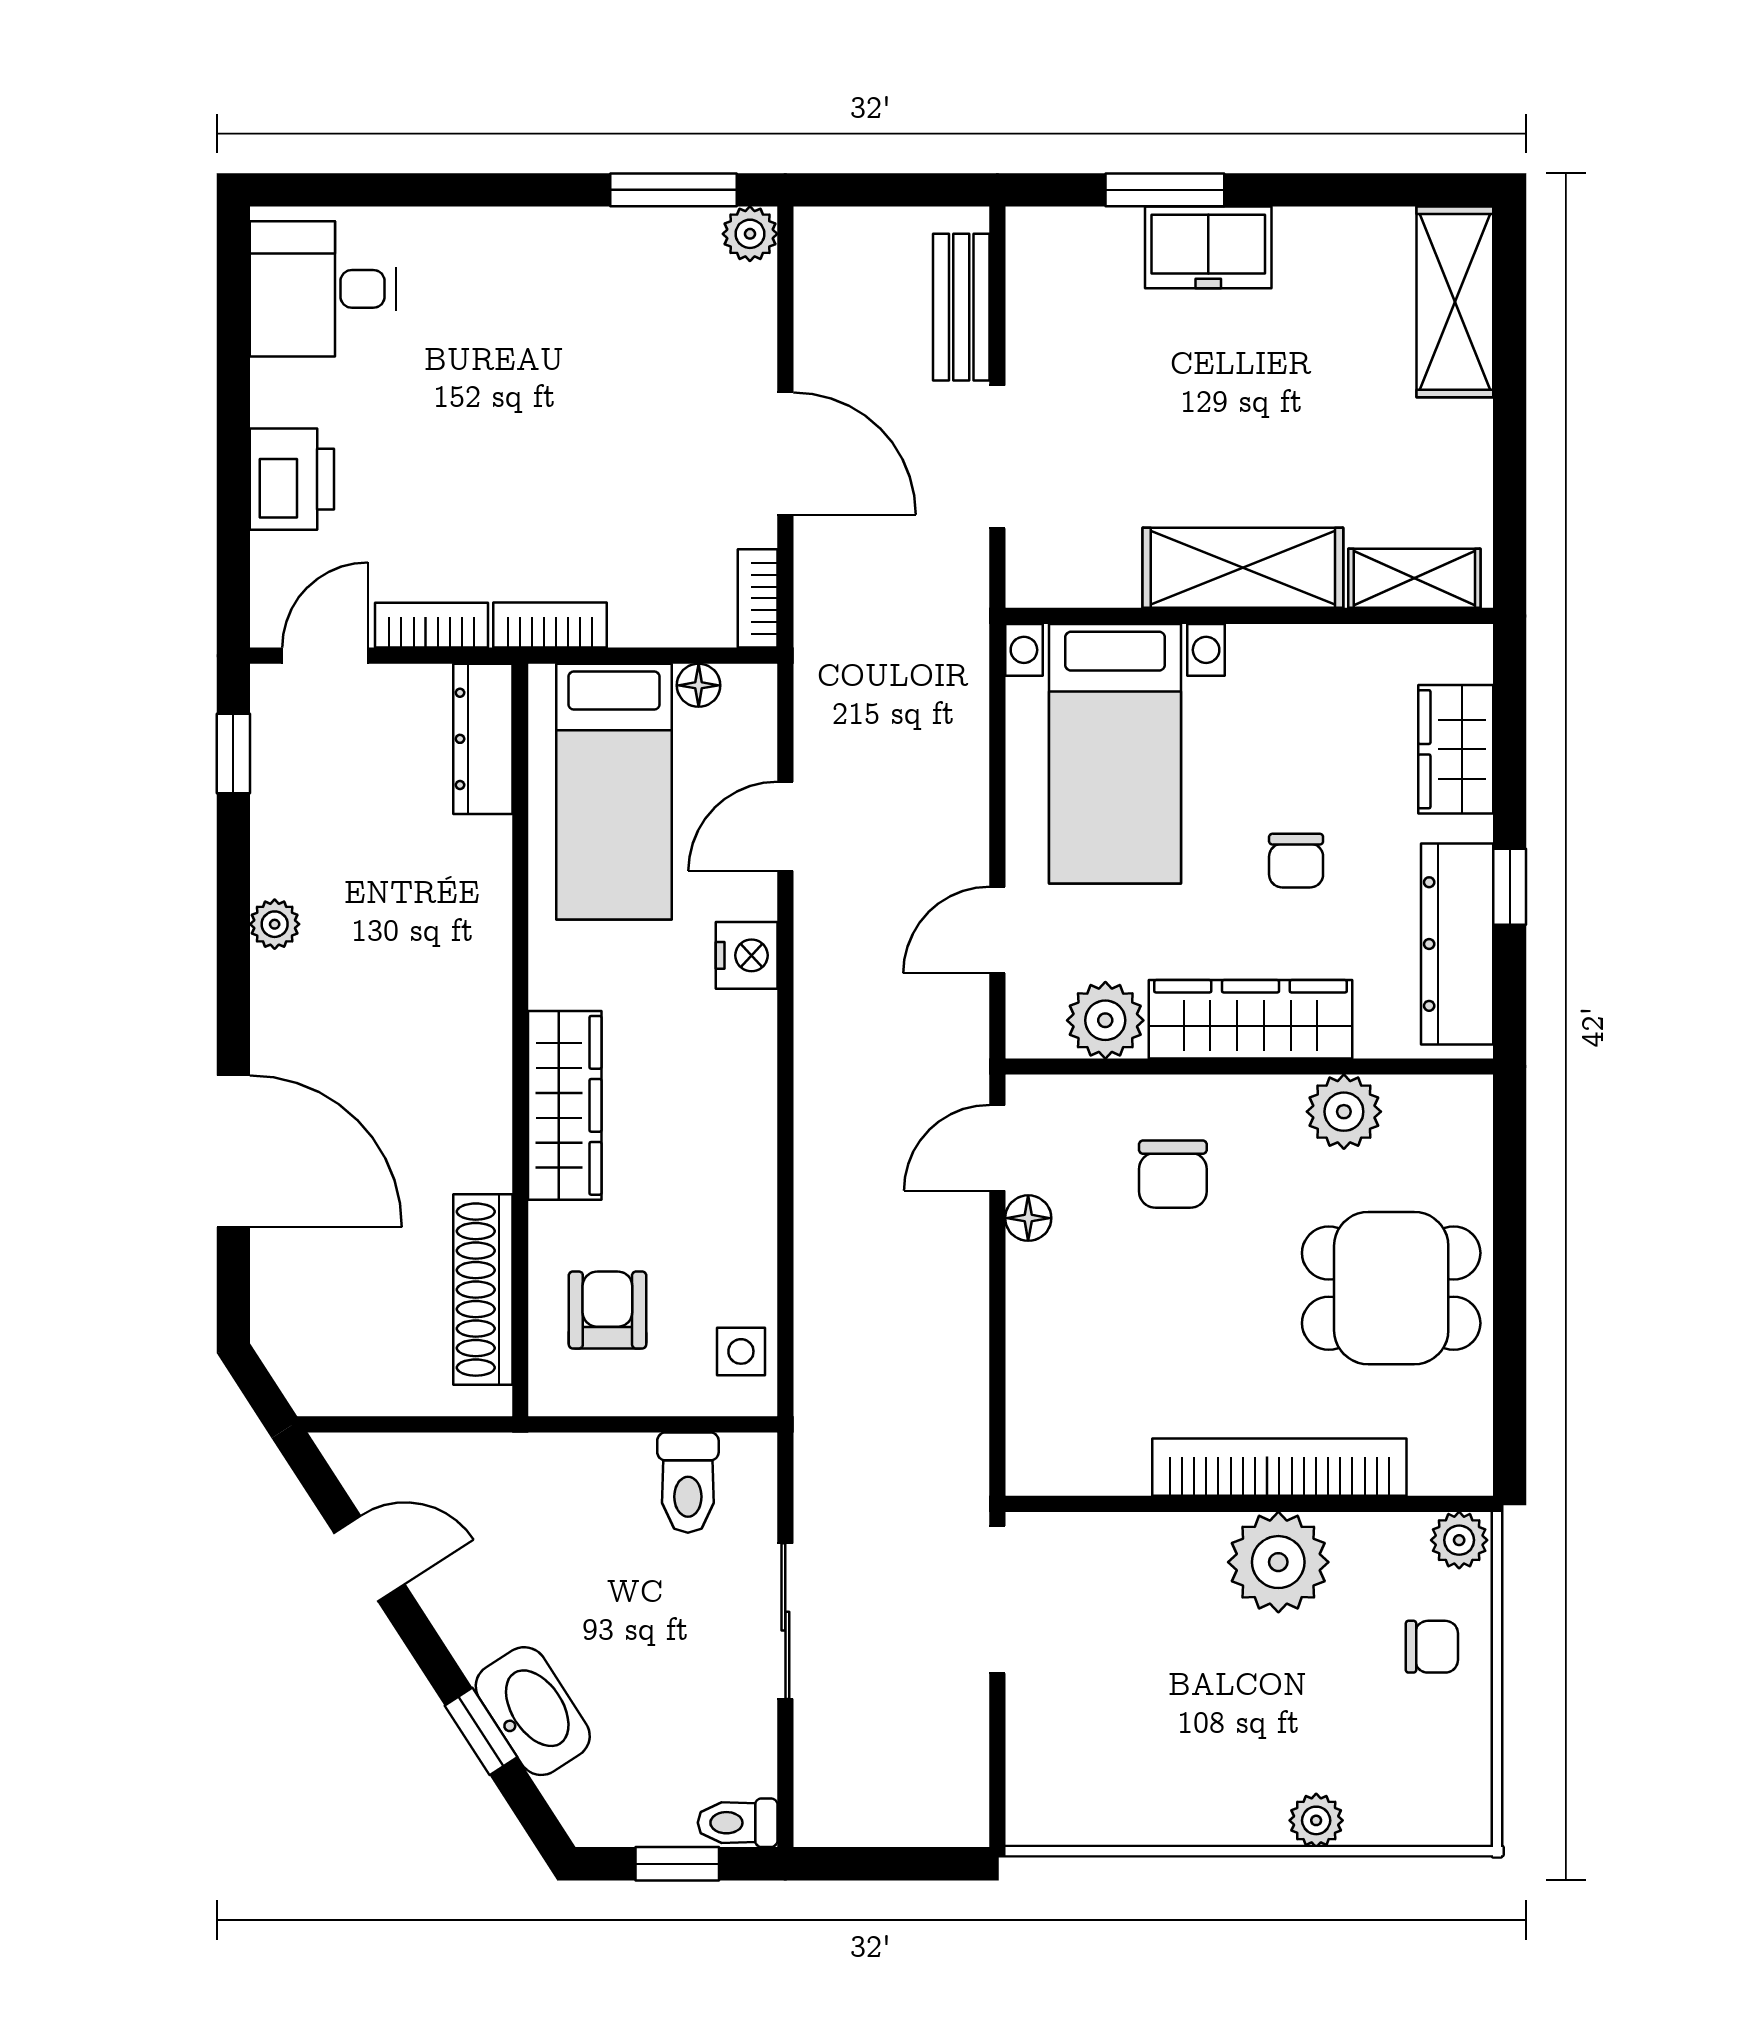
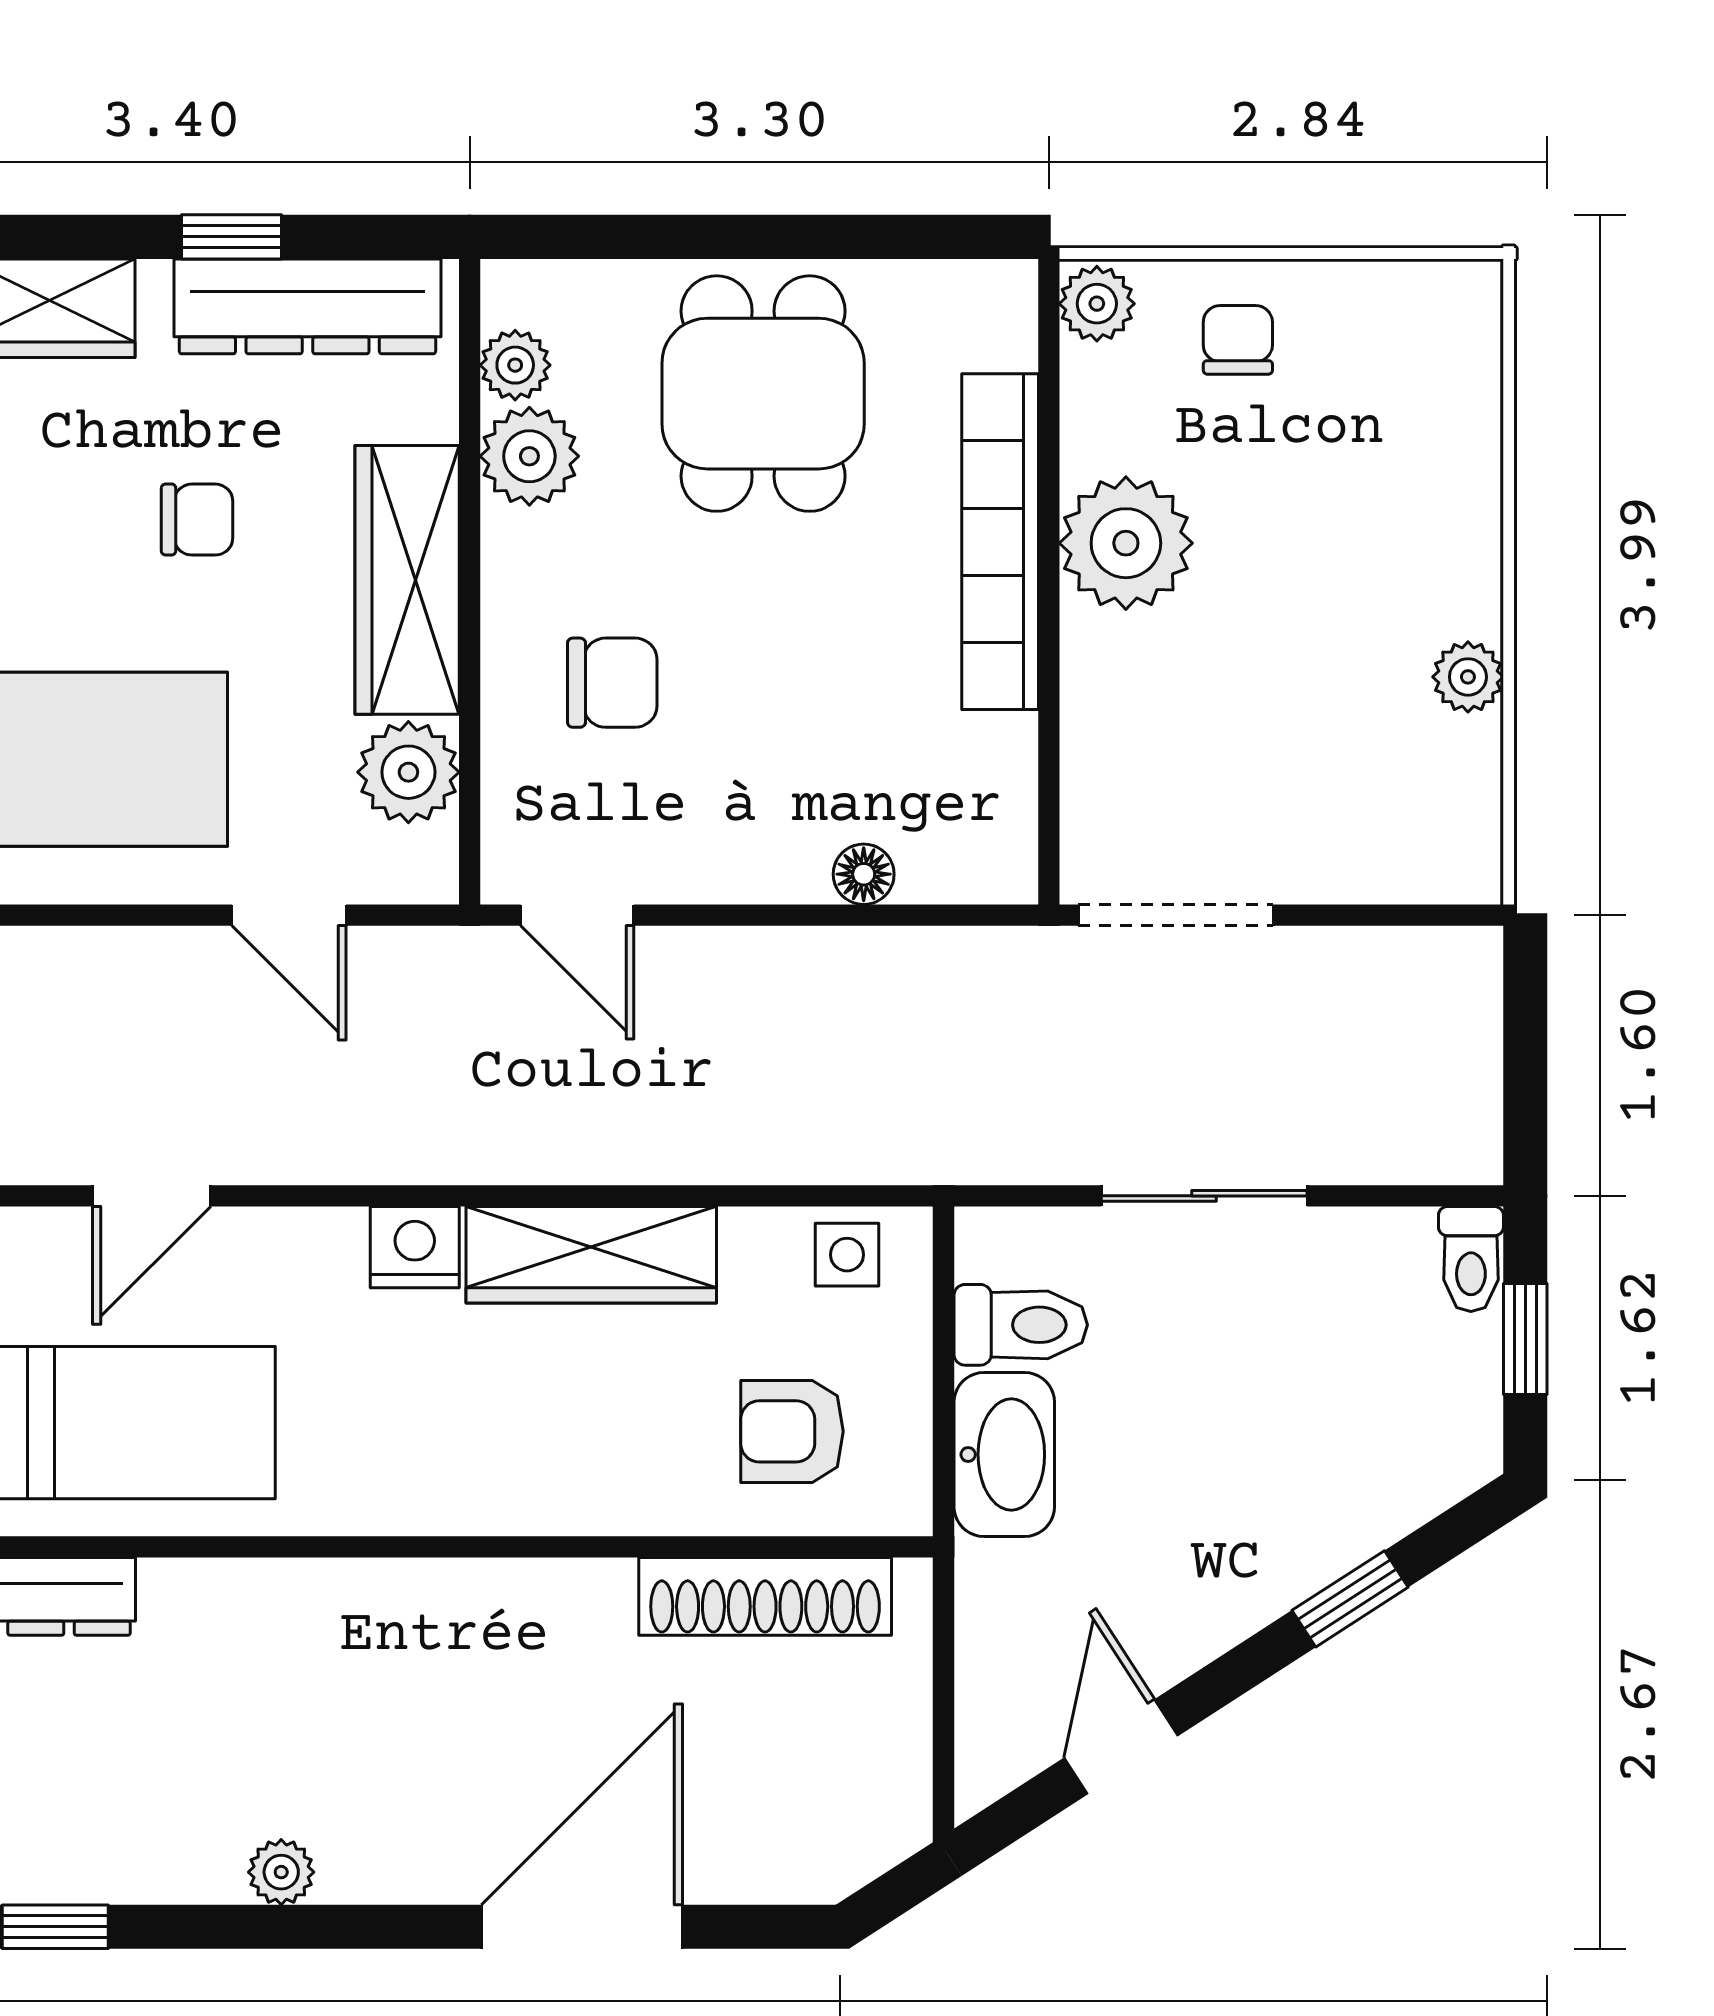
door: (785, 826) -> (152, 1196), hinge flipped
nightstand: (747, 955) -> (415, 1247), moved
plant: (1413, 1101) -> (515, 365), added
wardrobe: (565, 1105) -> (591, 1255), moved, turned 180
floor lamp: (1028, 1218) -> (864, 874), moved
washbasin: (533, 1711) -> (1004, 1454), moved, turned 123
plant: (1316, 1820) -> (1468, 677), moved

